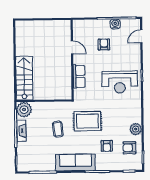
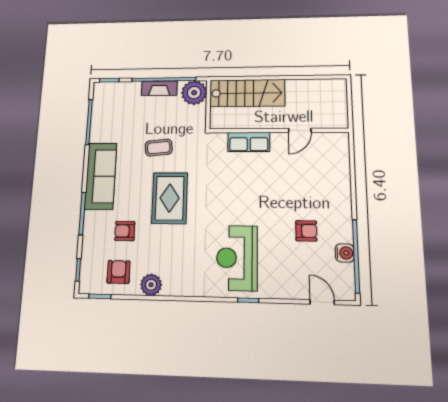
door: (72, 47) -> (300, 130), moved
wall: (72, 60) -> (278, 130), moved
row of seats: (79, 76) -> (249, 142), moved

